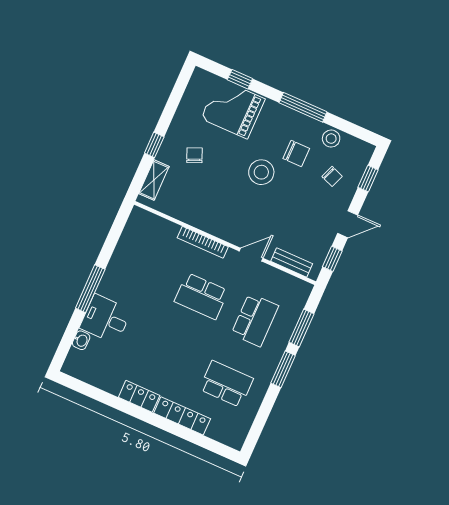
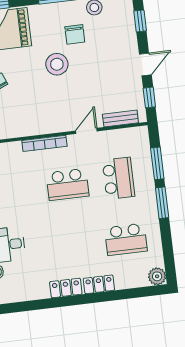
chair: (296, 153) -> (75, 34), turned 90
chair: (332, 176) -> (112, 36), removed
school desk: (226, 384) -> (126, 239), turned 180
locker: (182, 416) -> (99, 284), width x0.66
plant: (235, 438) -> (157, 276), added

